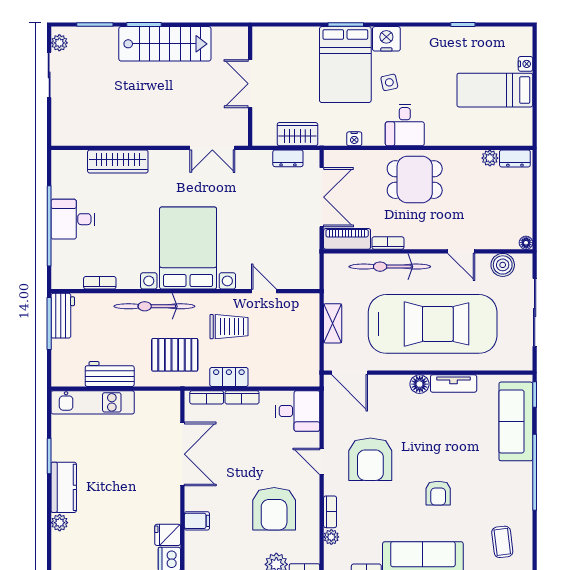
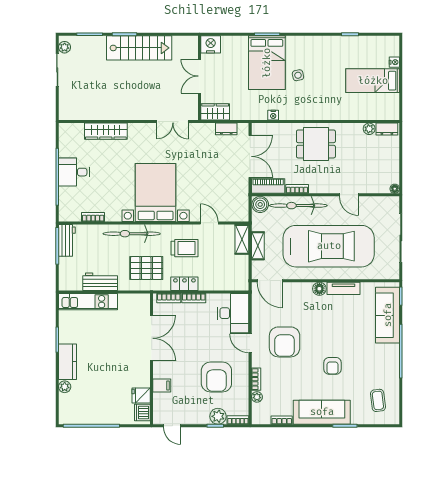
nightstand: (386, 39) -> (211, 44), moved
desk: (405, 125) -> (309, 105), removed
wardrobe: (297, 134) -> (215, 112), moved
boiler: (503, 265) -> (260, 204), moved
shelving: (310, 314) -> (242, 239), added
desk: (298, 411) -> (233, 313), width x1.37

